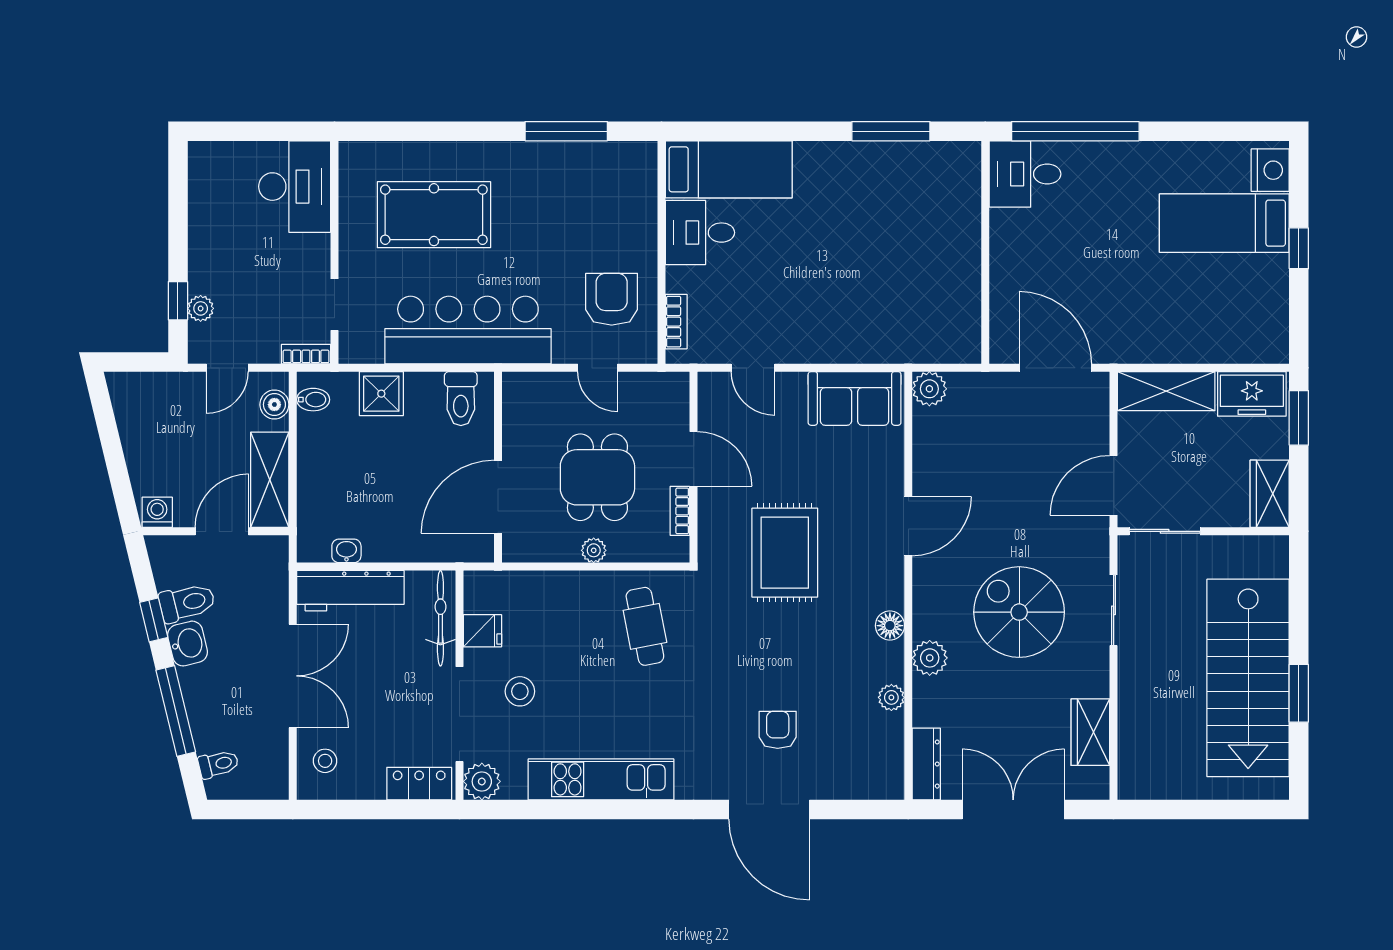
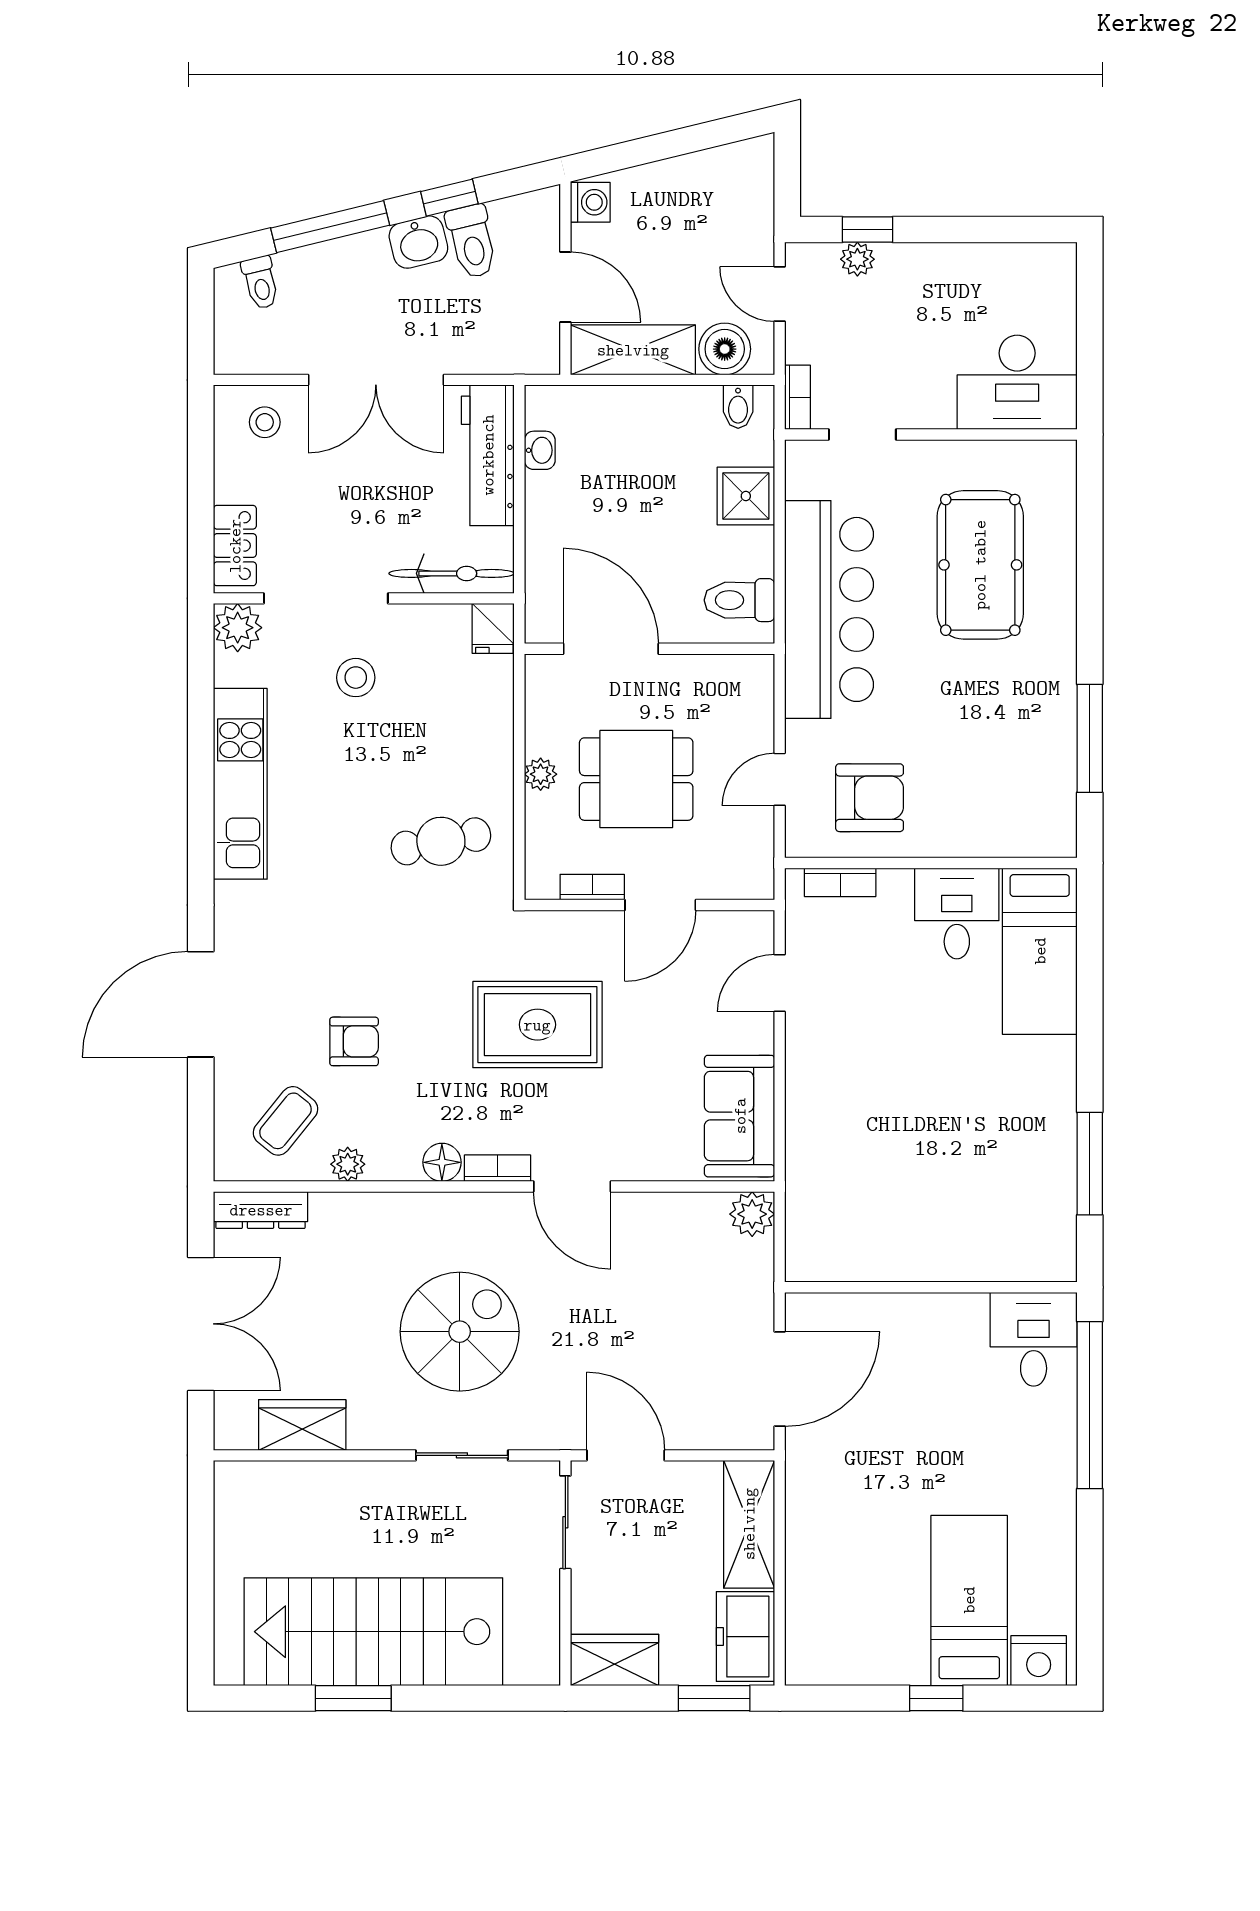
boiler: (274, 405) -> (725, 349), width x1.36, depth x1.36
bookcase: (894, 583) -> (498, 1168), added
fridge: (482, 631) -> (493, 628), moved
plant: (930, 658) -> (400, 1214), removed
armchair: (778, 730) -> (354, 1041), moved
coffee table: (858, 745) -> (285, 1121), added

